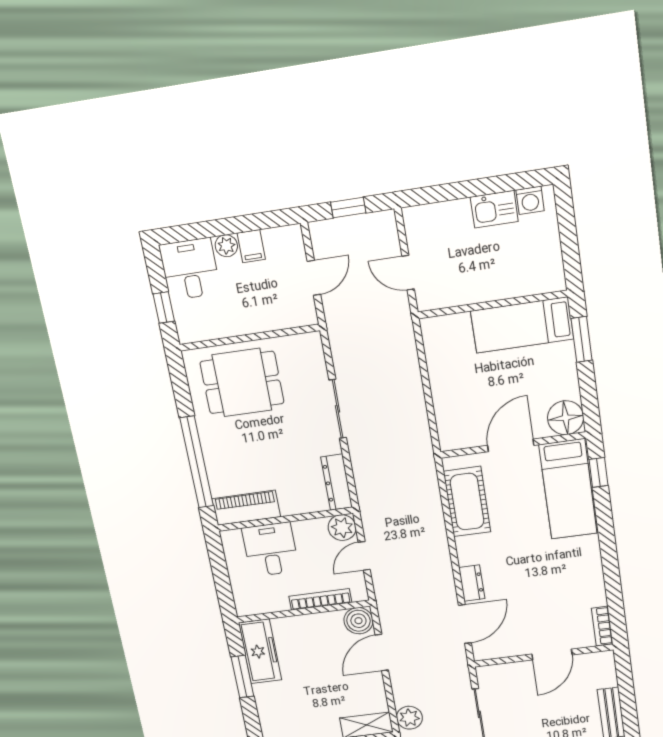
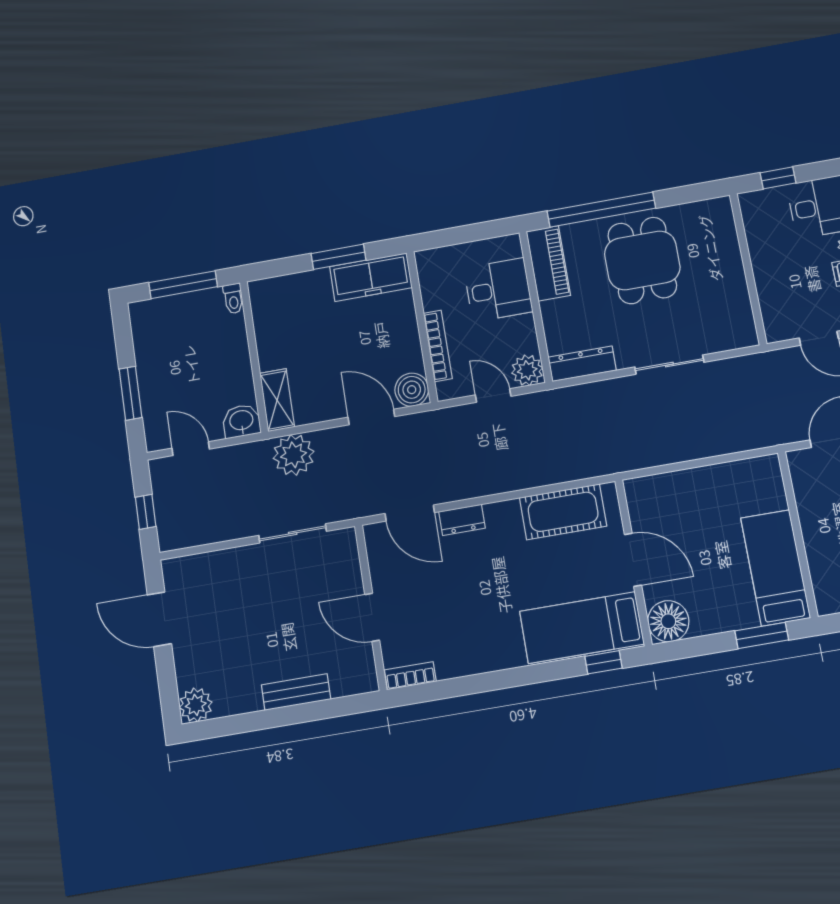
dining table: (242, 383) -> (642, 260), moved
plant: (409, 718) -> (294, 455), width x1.36, depth x1.36

